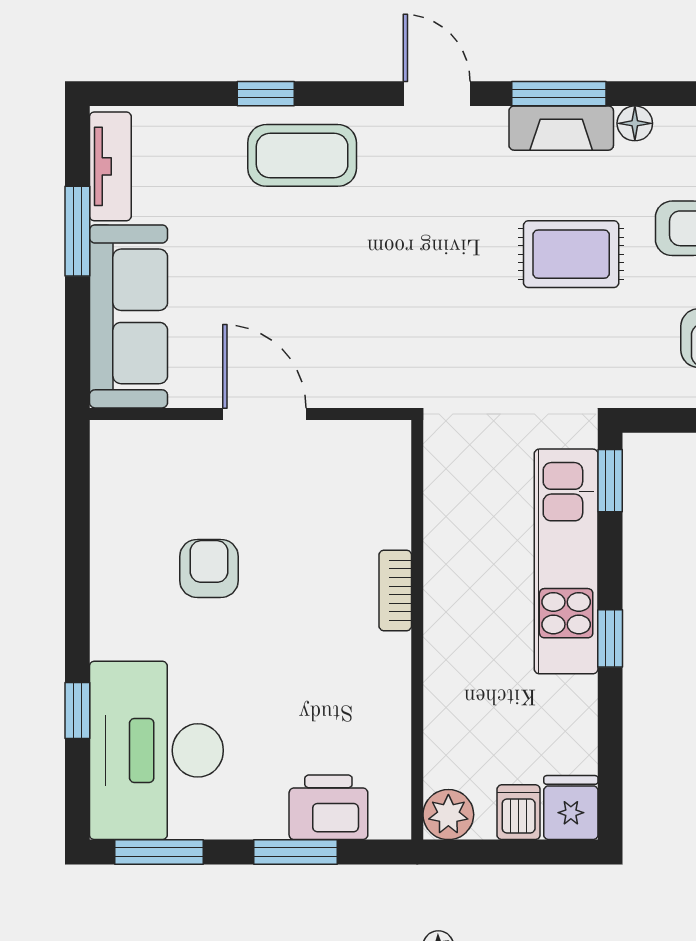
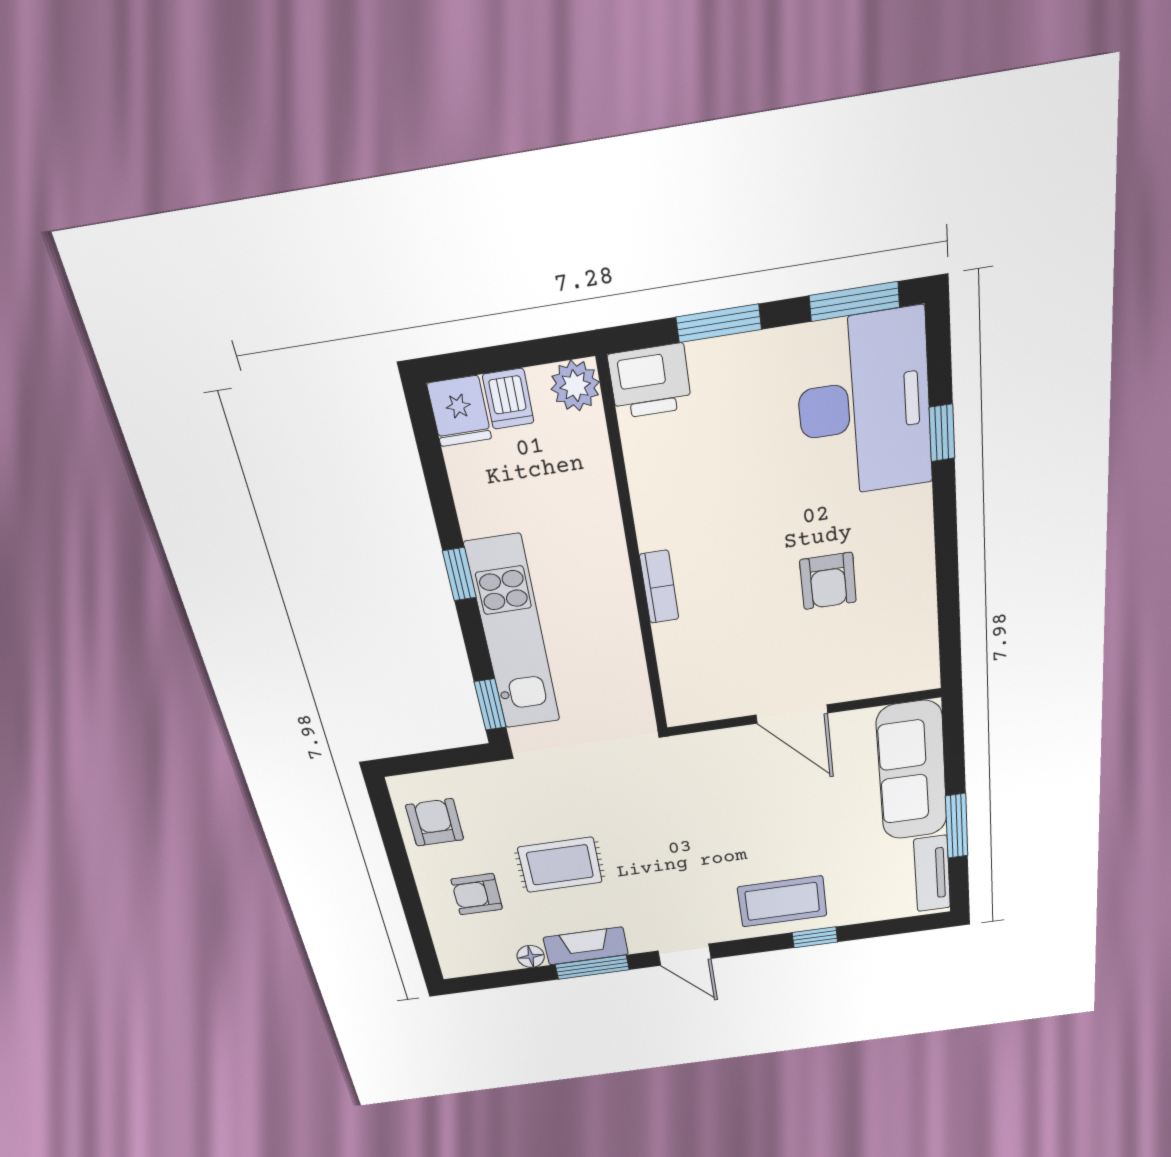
printer: (328, 807) -> (650, 381), moved

